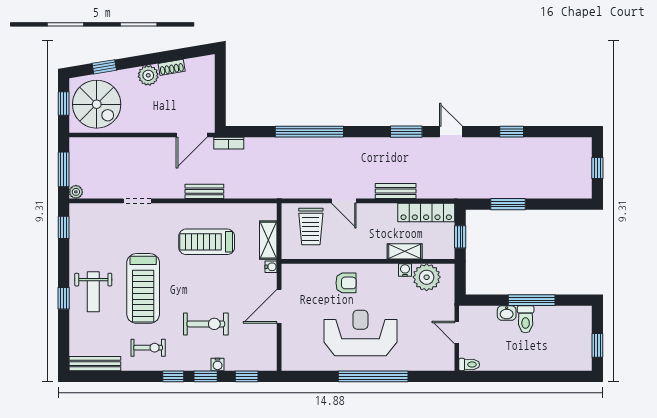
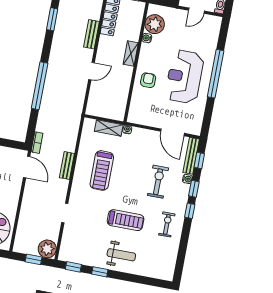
window: (64, 169) -> (34, 259), width x0.67
plant: (76, 192) -> (47, 249), width x1.87, depth x1.87
trolley: (311, 227) -> (105, 97), removed
shelving: (405, 251) -> (131, 53), moved
treadmill: (143, 288) -> (126, 220), width x0.73, depth x0.73
window: (64, 298) -> (100, 272), moved
door: (279, 306) -> (172, 132), moved
bench: (95, 364) -> (191, 156), moved

